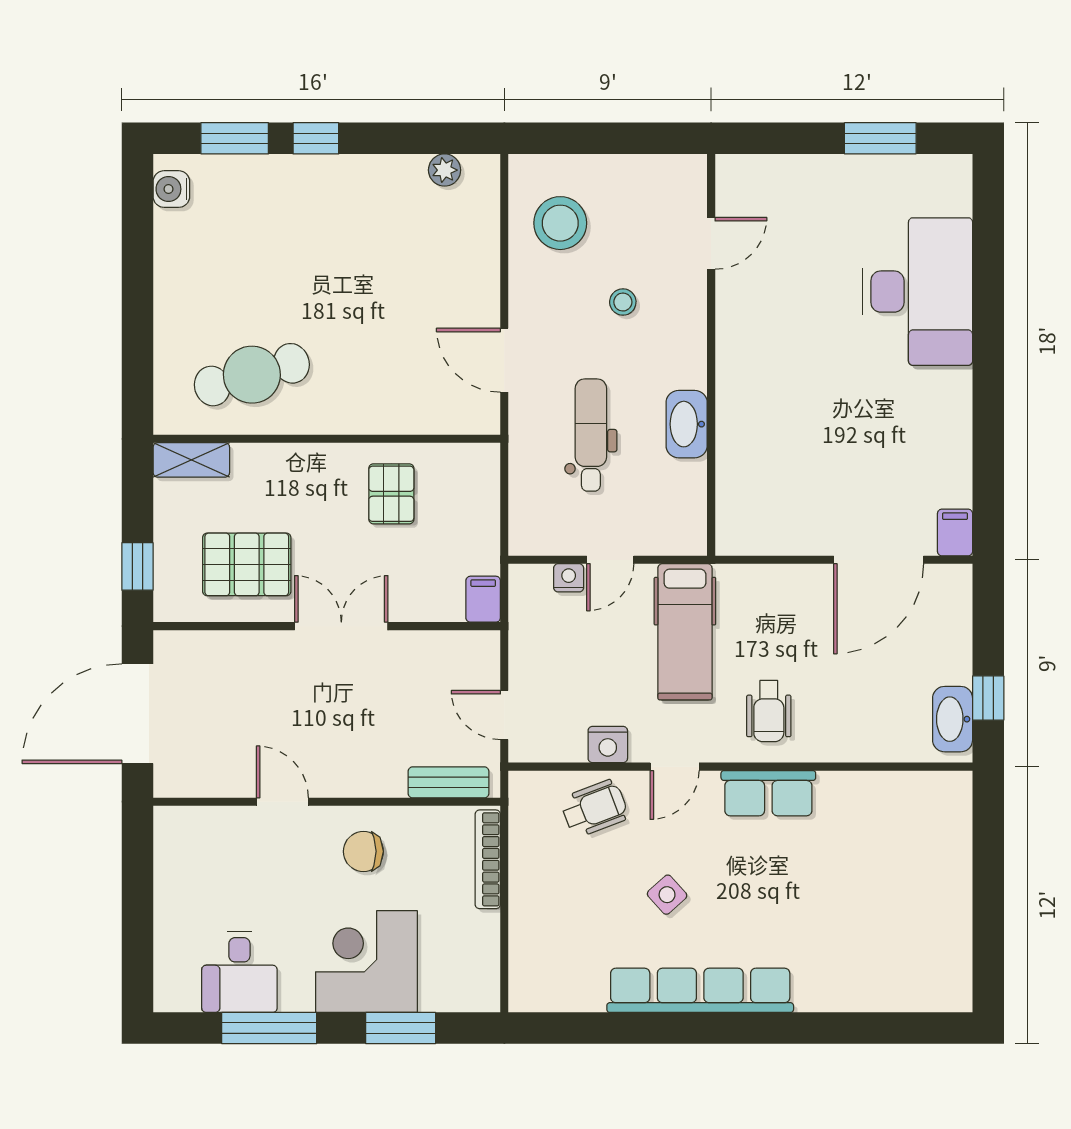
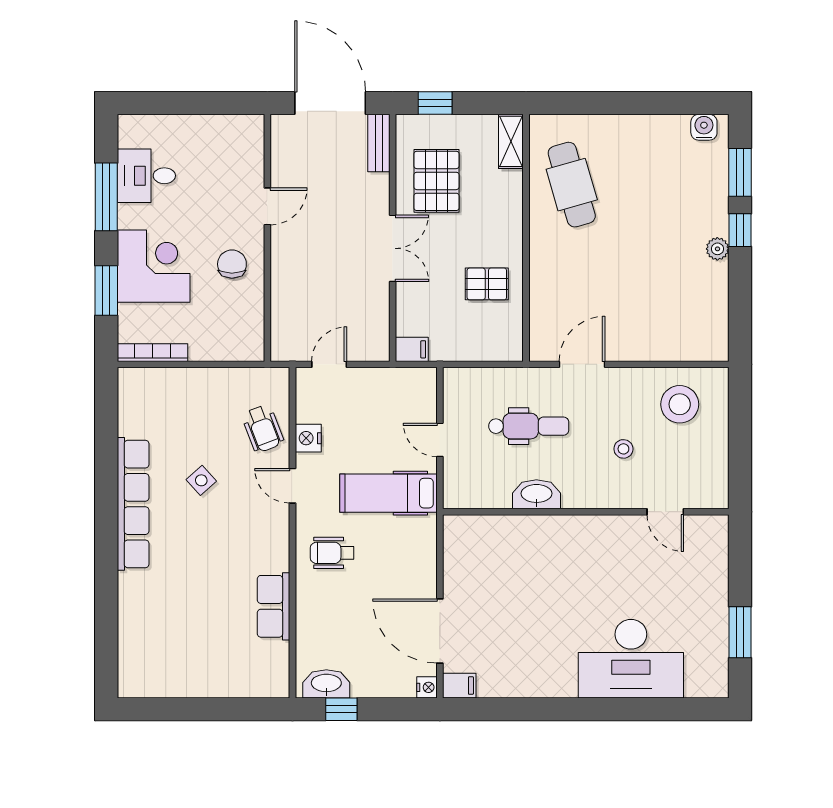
plant: (445, 170) -> (717, 249), moved
nightstand: (569, 578) -> (427, 687), moved
bench: (448, 782) -> (379, 143), moved
row of seats: (768, 793) -> (274, 606), moved
bookcase: (488, 859) -> (153, 353), moved

